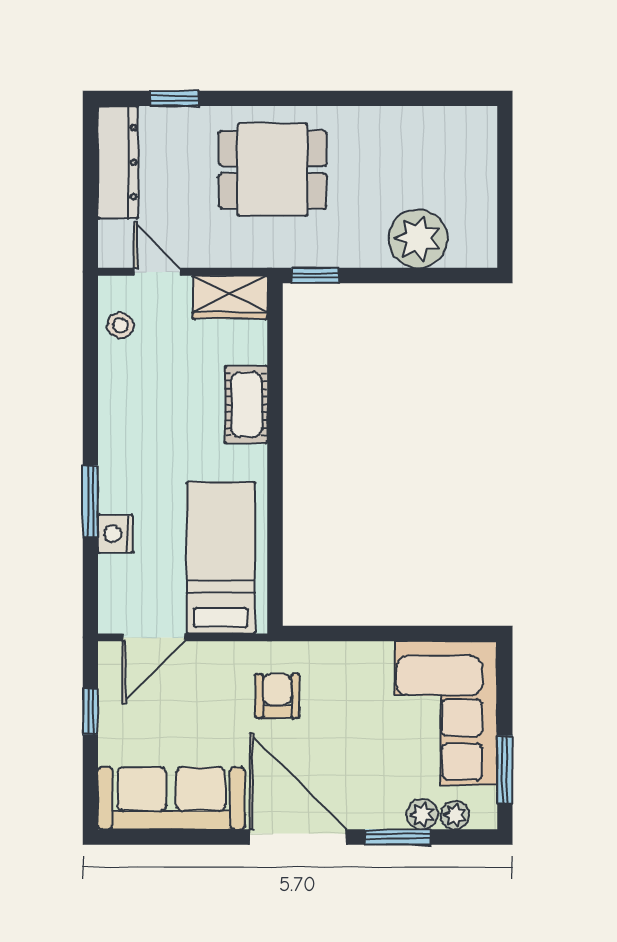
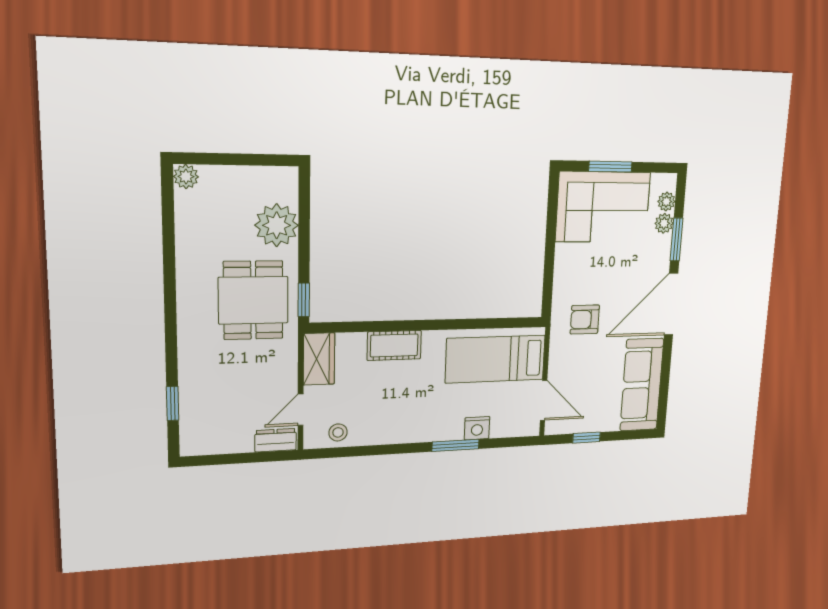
plant: (481, 122) -> (186, 177), added
dresser: (118, 162) -> (276, 440), moved, width x0.51, depth x0.80
dining table: (273, 170) -> (253, 300), moved
window: (505, 770) -> (610, 167), moved

